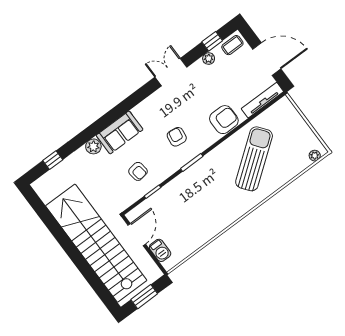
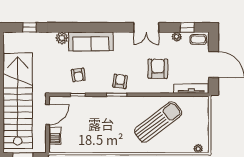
double door: (171, 72) -> (146, 27), swing flipped
armchair: (224, 120) -> (158, 69), moved, turned -90
sofa: (120, 132) -> (91, 41), width x1.36
armchair: (177, 137) -> (120, 81), moved

